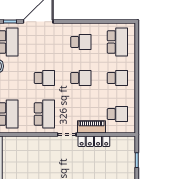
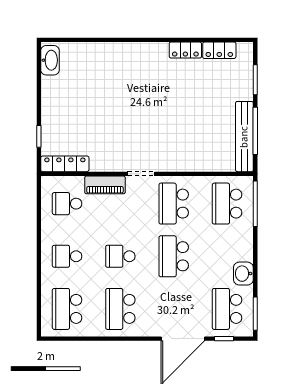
school desk: (81, 42) -> (120, 309), width x1.85
school desk: (44, 78) -> (174, 256), width x1.85
locker: (94, 141) -> (65, 164), moved

